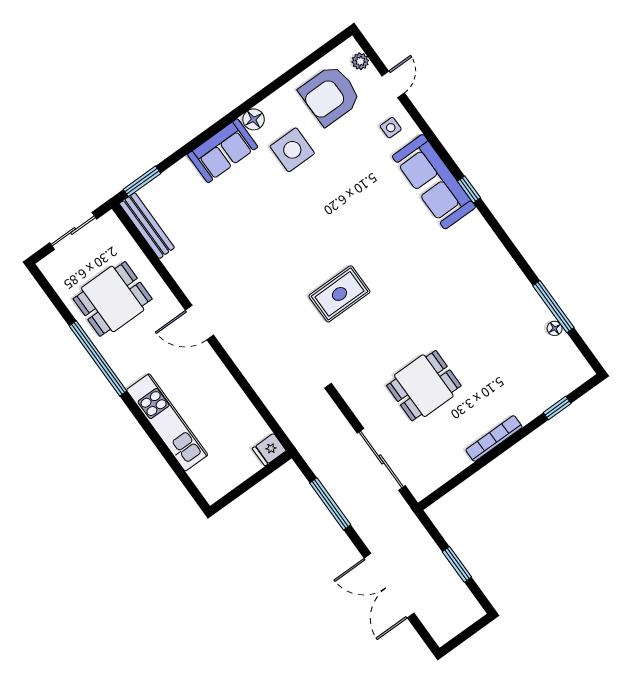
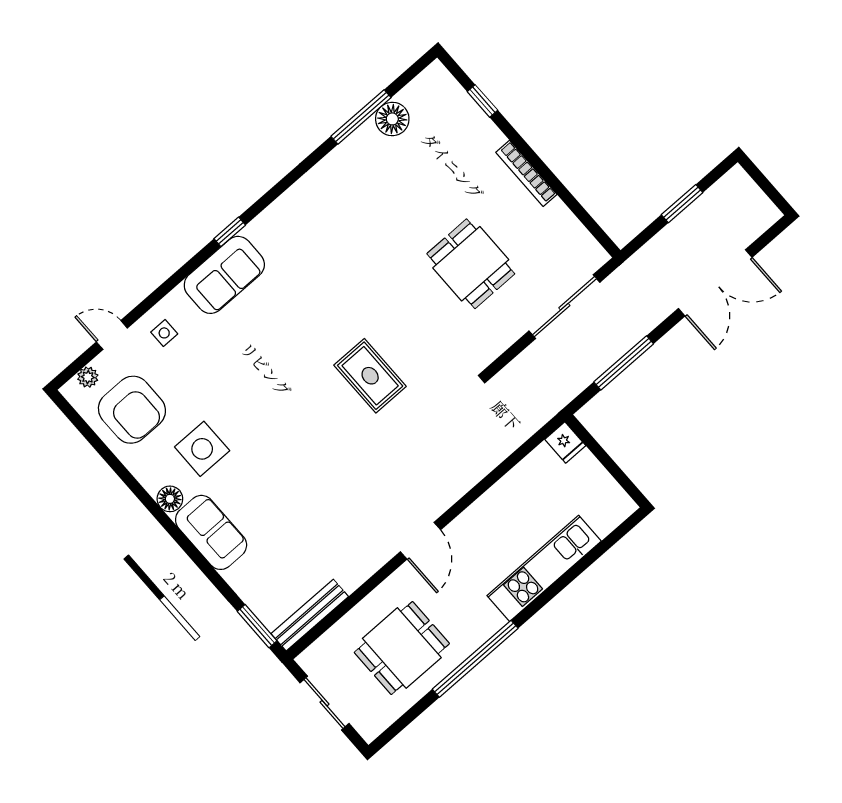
sofa: (434, 182) -> (224, 275), width x0.73
dining table: (113, 299) -> (402, 648), turned 90
floor lamp: (555, 328) -> (392, 119), width x1.89, depth x1.89

